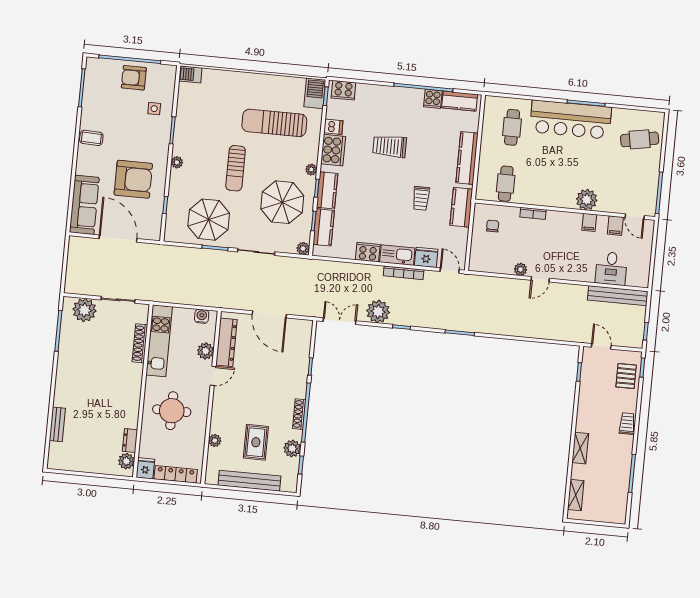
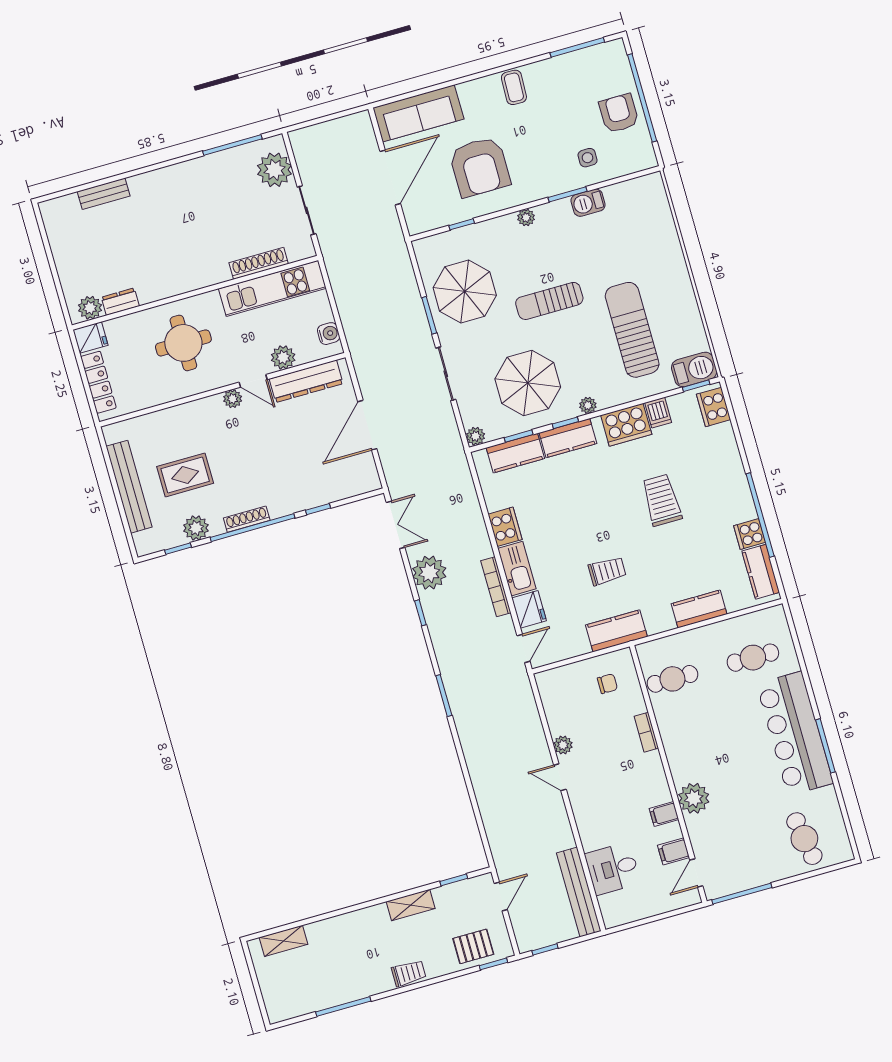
barbecue: (190, 74) -> (588, 203), moved, turned -90
kitchen counter: (467, 158) -> (699, 609), width x0.67
trolley: (421, 198) -> (607, 571), turned 180
plant: (215, 441) -> (233, 399), moved
shelving: (580, 448) -> (411, 905), moved

